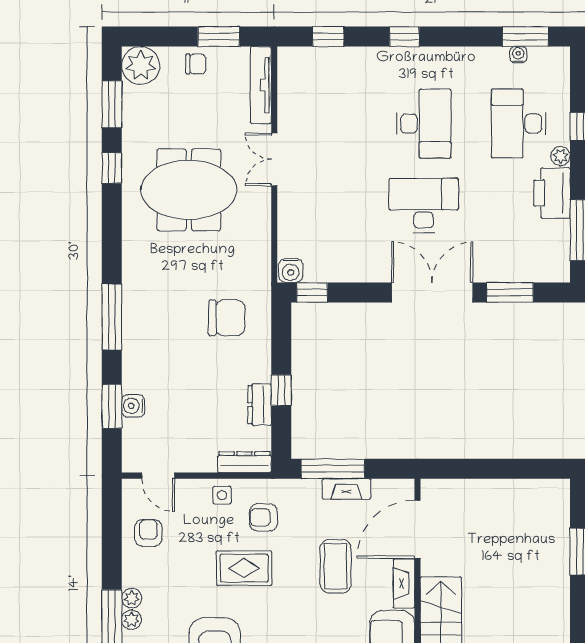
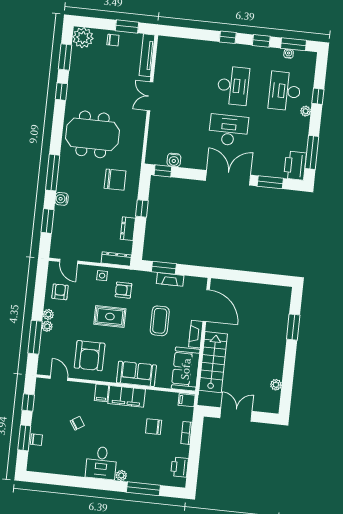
window: (328, 37) -> (261, 41), moved
meeting table: (189, 190) -> (93, 134), moved
printer: (552, 193) -> (295, 166), moved
water cooler: (291, 270) -> (174, 160), moved
window: (281, 390) -> (142, 208), moved
water cooler: (133, 406) -> (62, 199), moved
window: (333, 469) -> (164, 268), width x0.69
door: (417, 529) -> (206, 305), swing flipped
plant: (131, 620) -> (48, 314), moved

